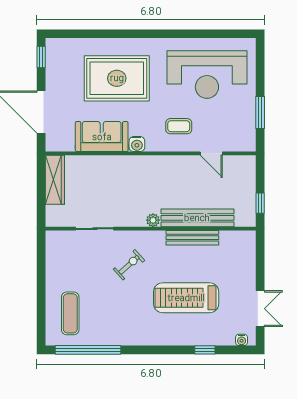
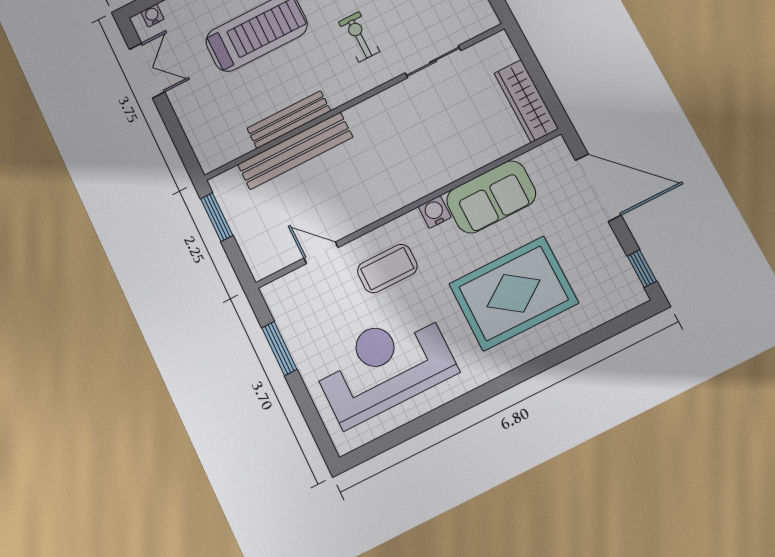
coffee table: (179, 126) -> (387, 269), width x1.36, depth x1.30
window: (260, 203) -> (217, 217), width x1.50
plant: (153, 220) -> (356, 116), removed
exercise bike: (129, 265) -> (359, 37), turned 132
double door: (260, 309) -> (147, 71), swing flipped

